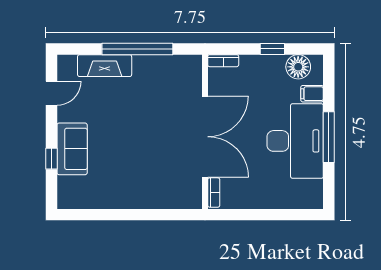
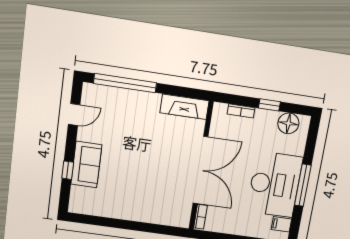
window: (137, 49) -> (125, 83), moved
bookcase: (223, 61) -> (241, 111), moved
fireplace: (105, 66) -> (184, 107), moved
filing cabinet: (312, 94) -> (281, 224), moved

